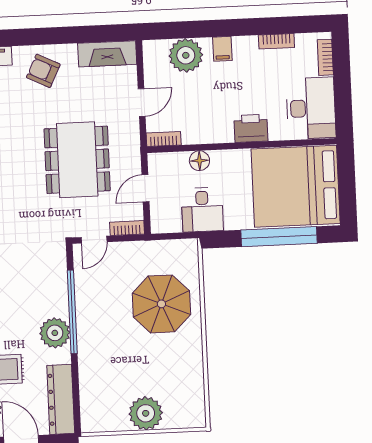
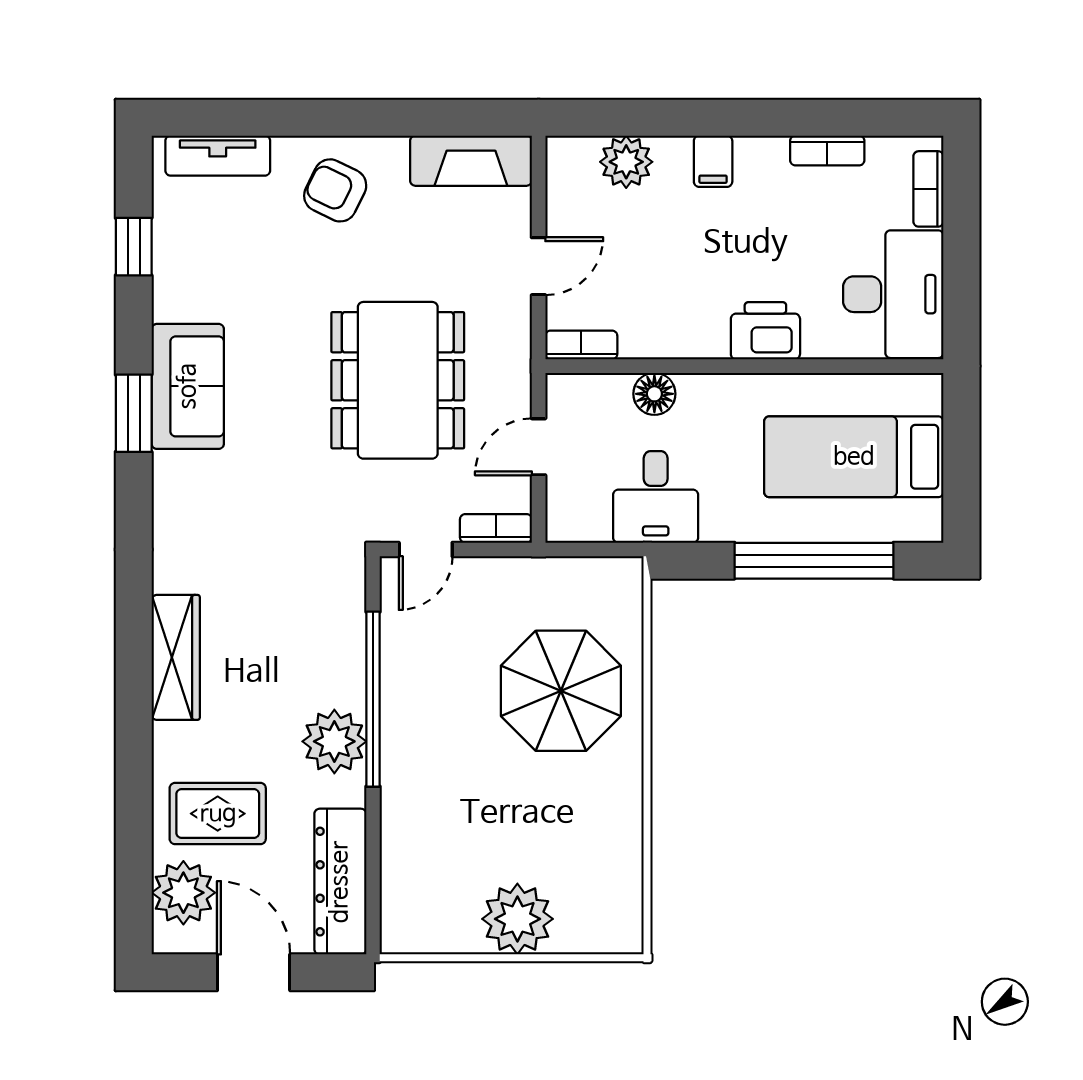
plant: (186, 55) -> (626, 162), width x0.73, depth x0.73
bed: (296, 186) -> (854, 457), width x0.49

